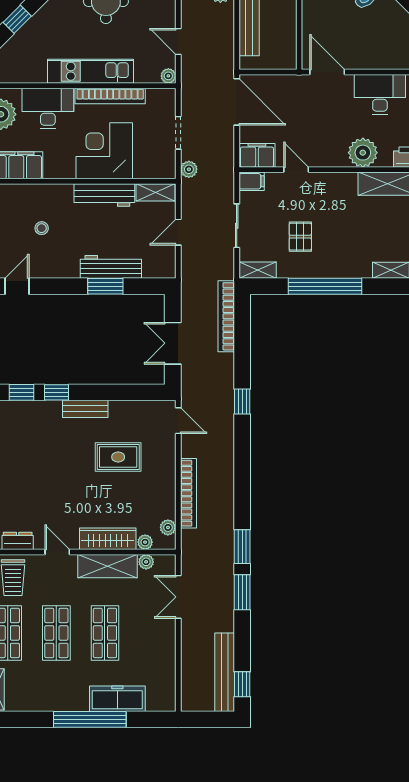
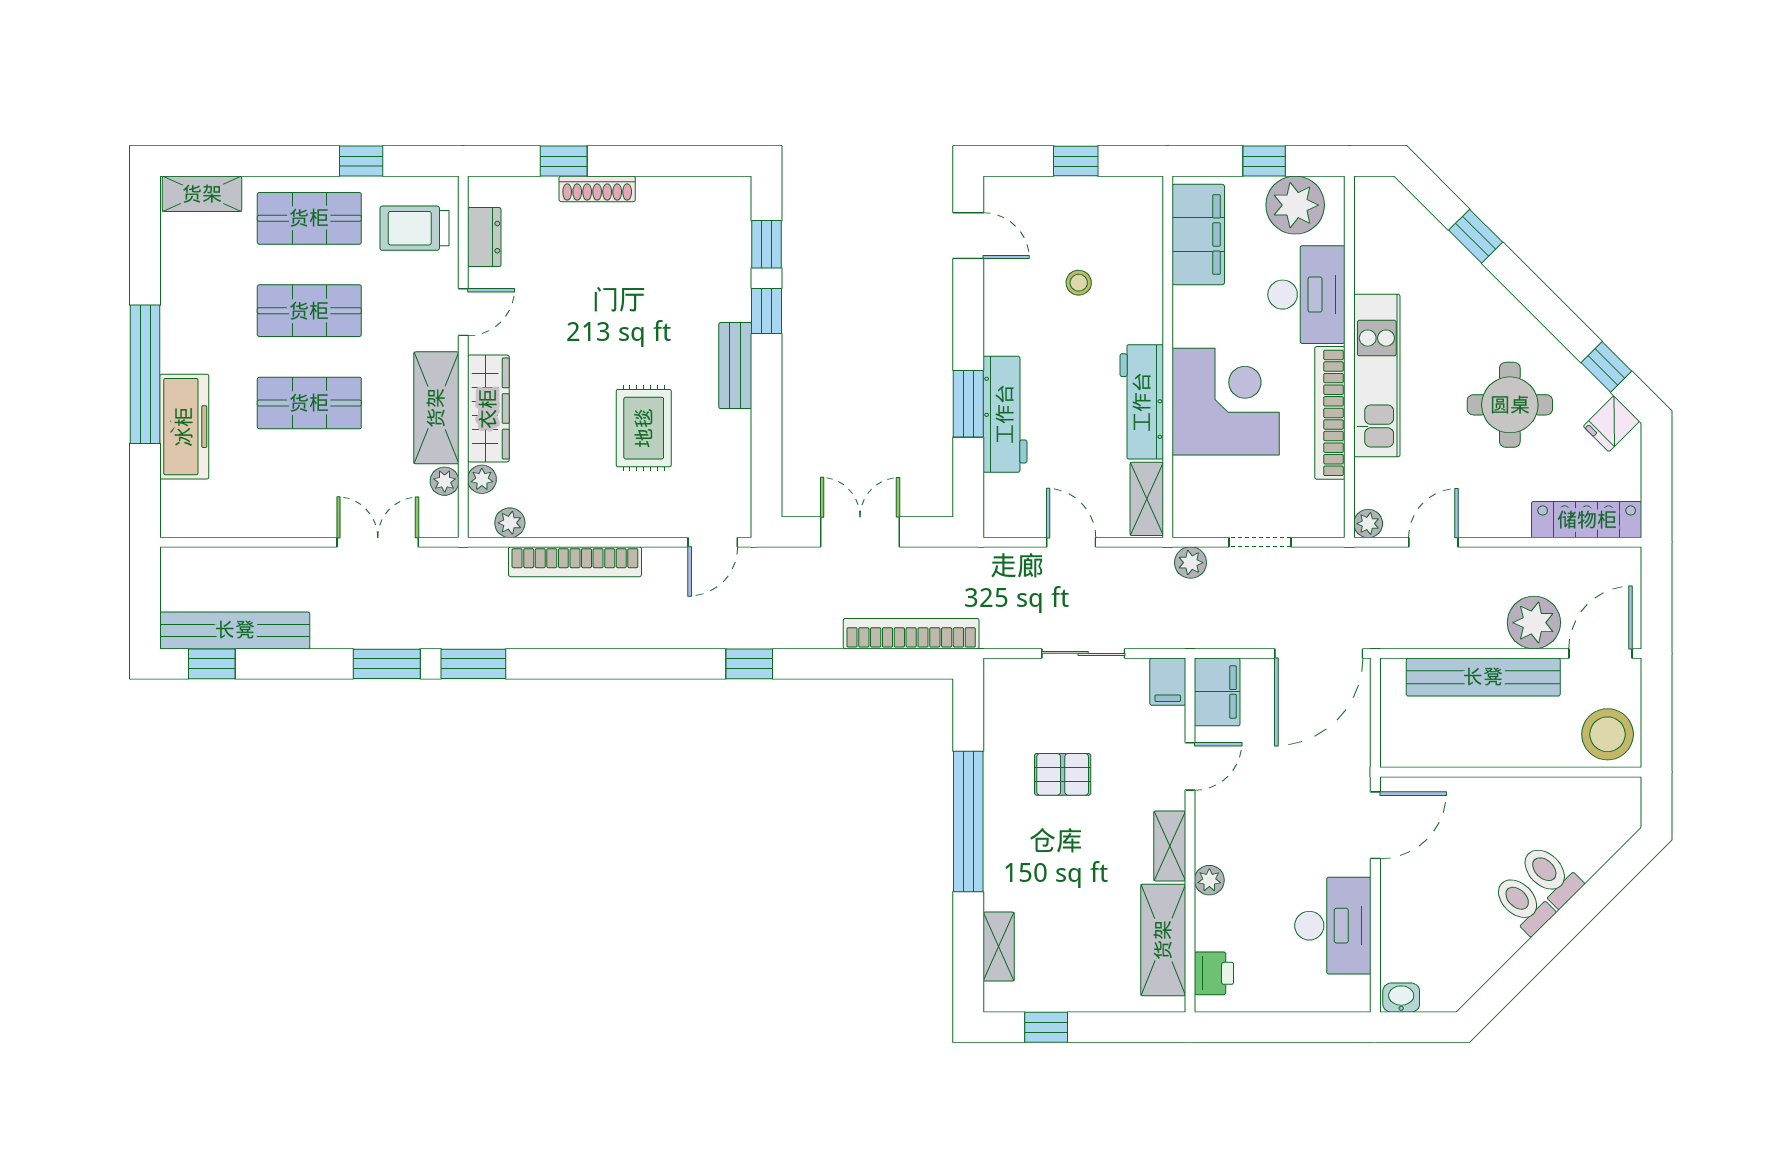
plant: (363, 153) -> (1209, 880), width x0.53, depth x0.53
shelving: (258, 270) -> (1170, 846), moved

